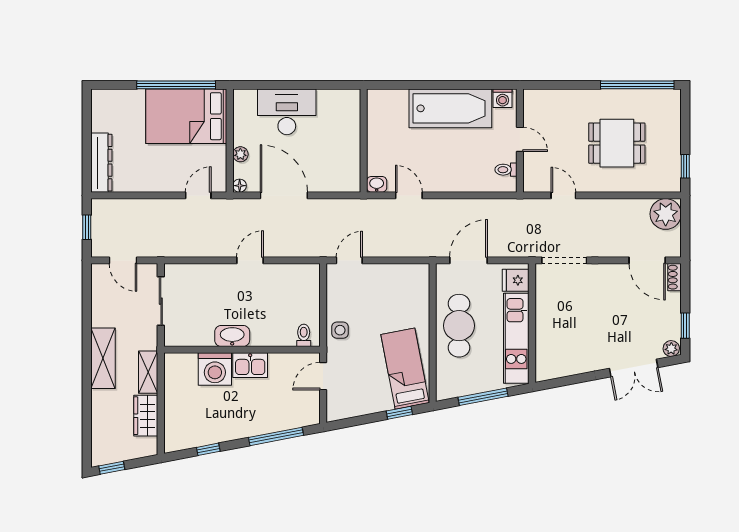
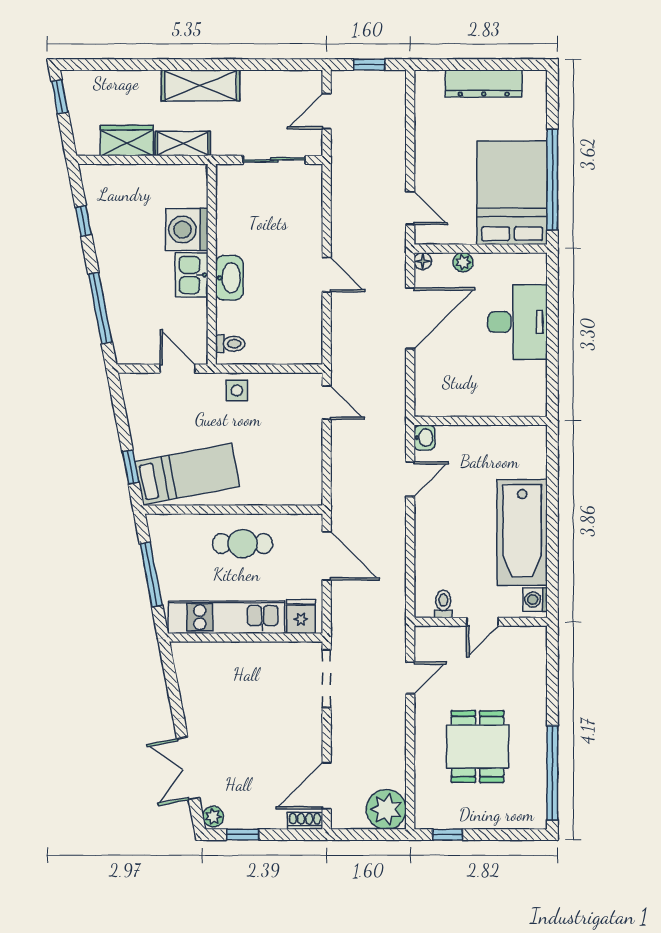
dresser: (101, 163) -> (484, 83), moved
cafe table: (459, 326) -> (243, 544), width x0.73, depth x0.74
washbasin: (232, 336) -> (229, 278), moved

